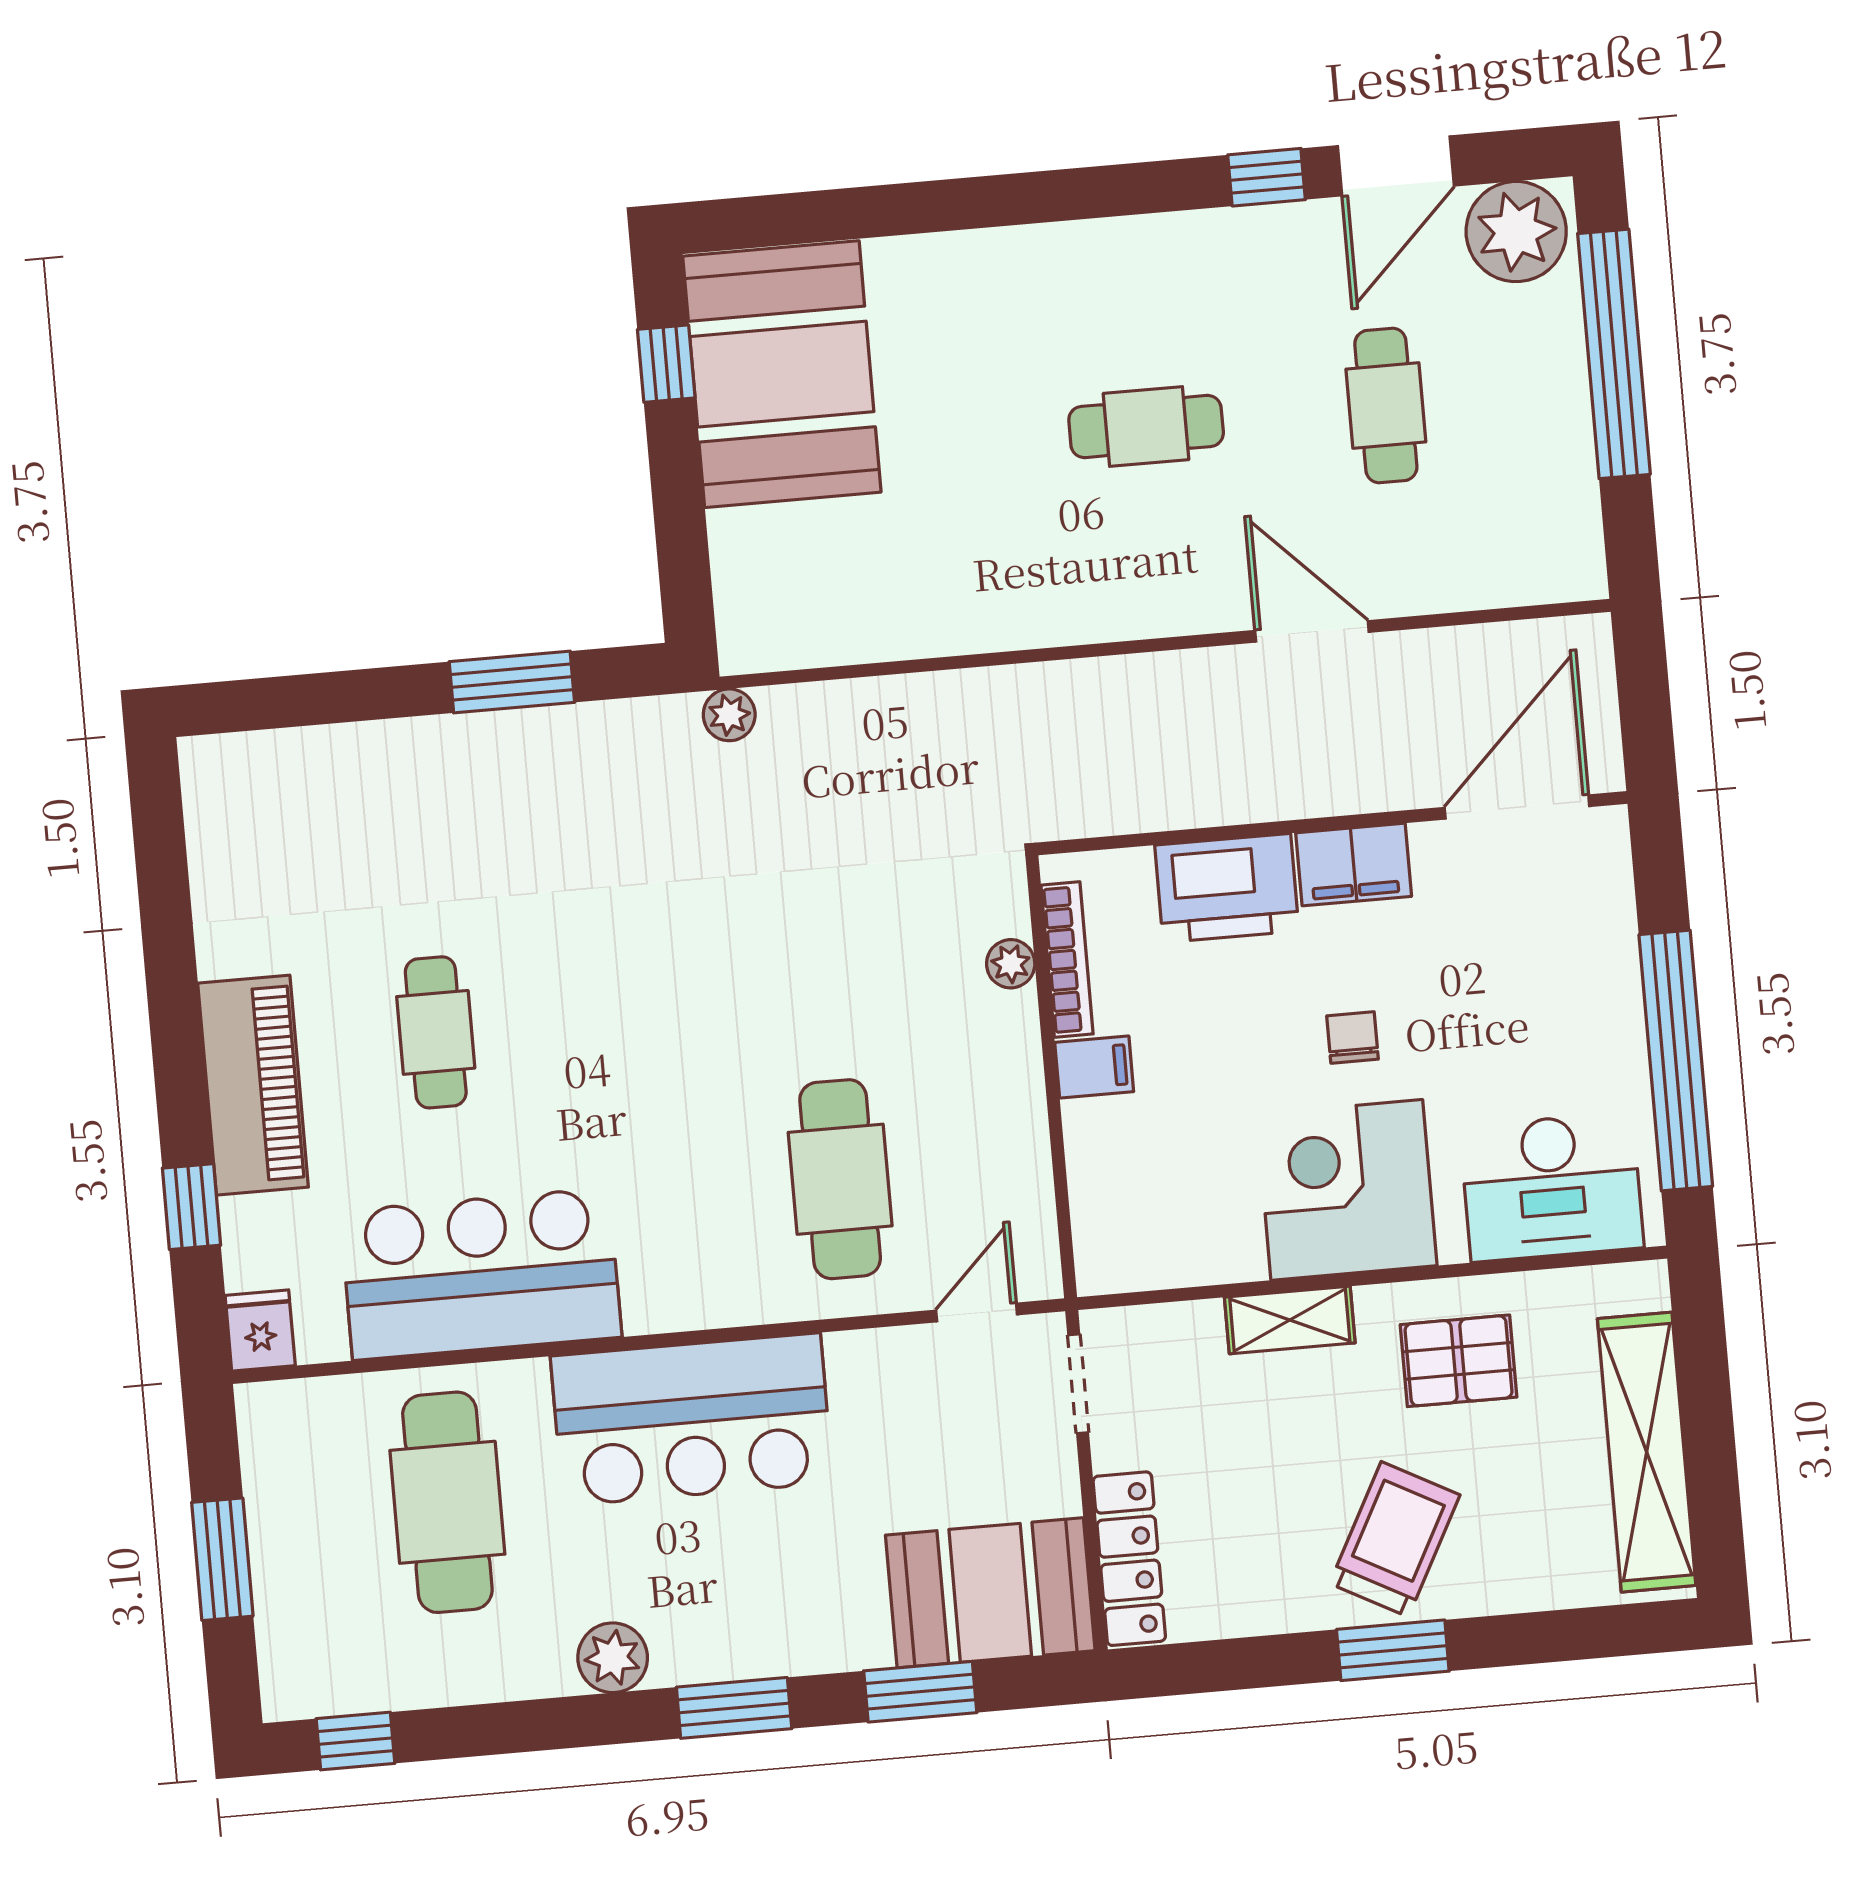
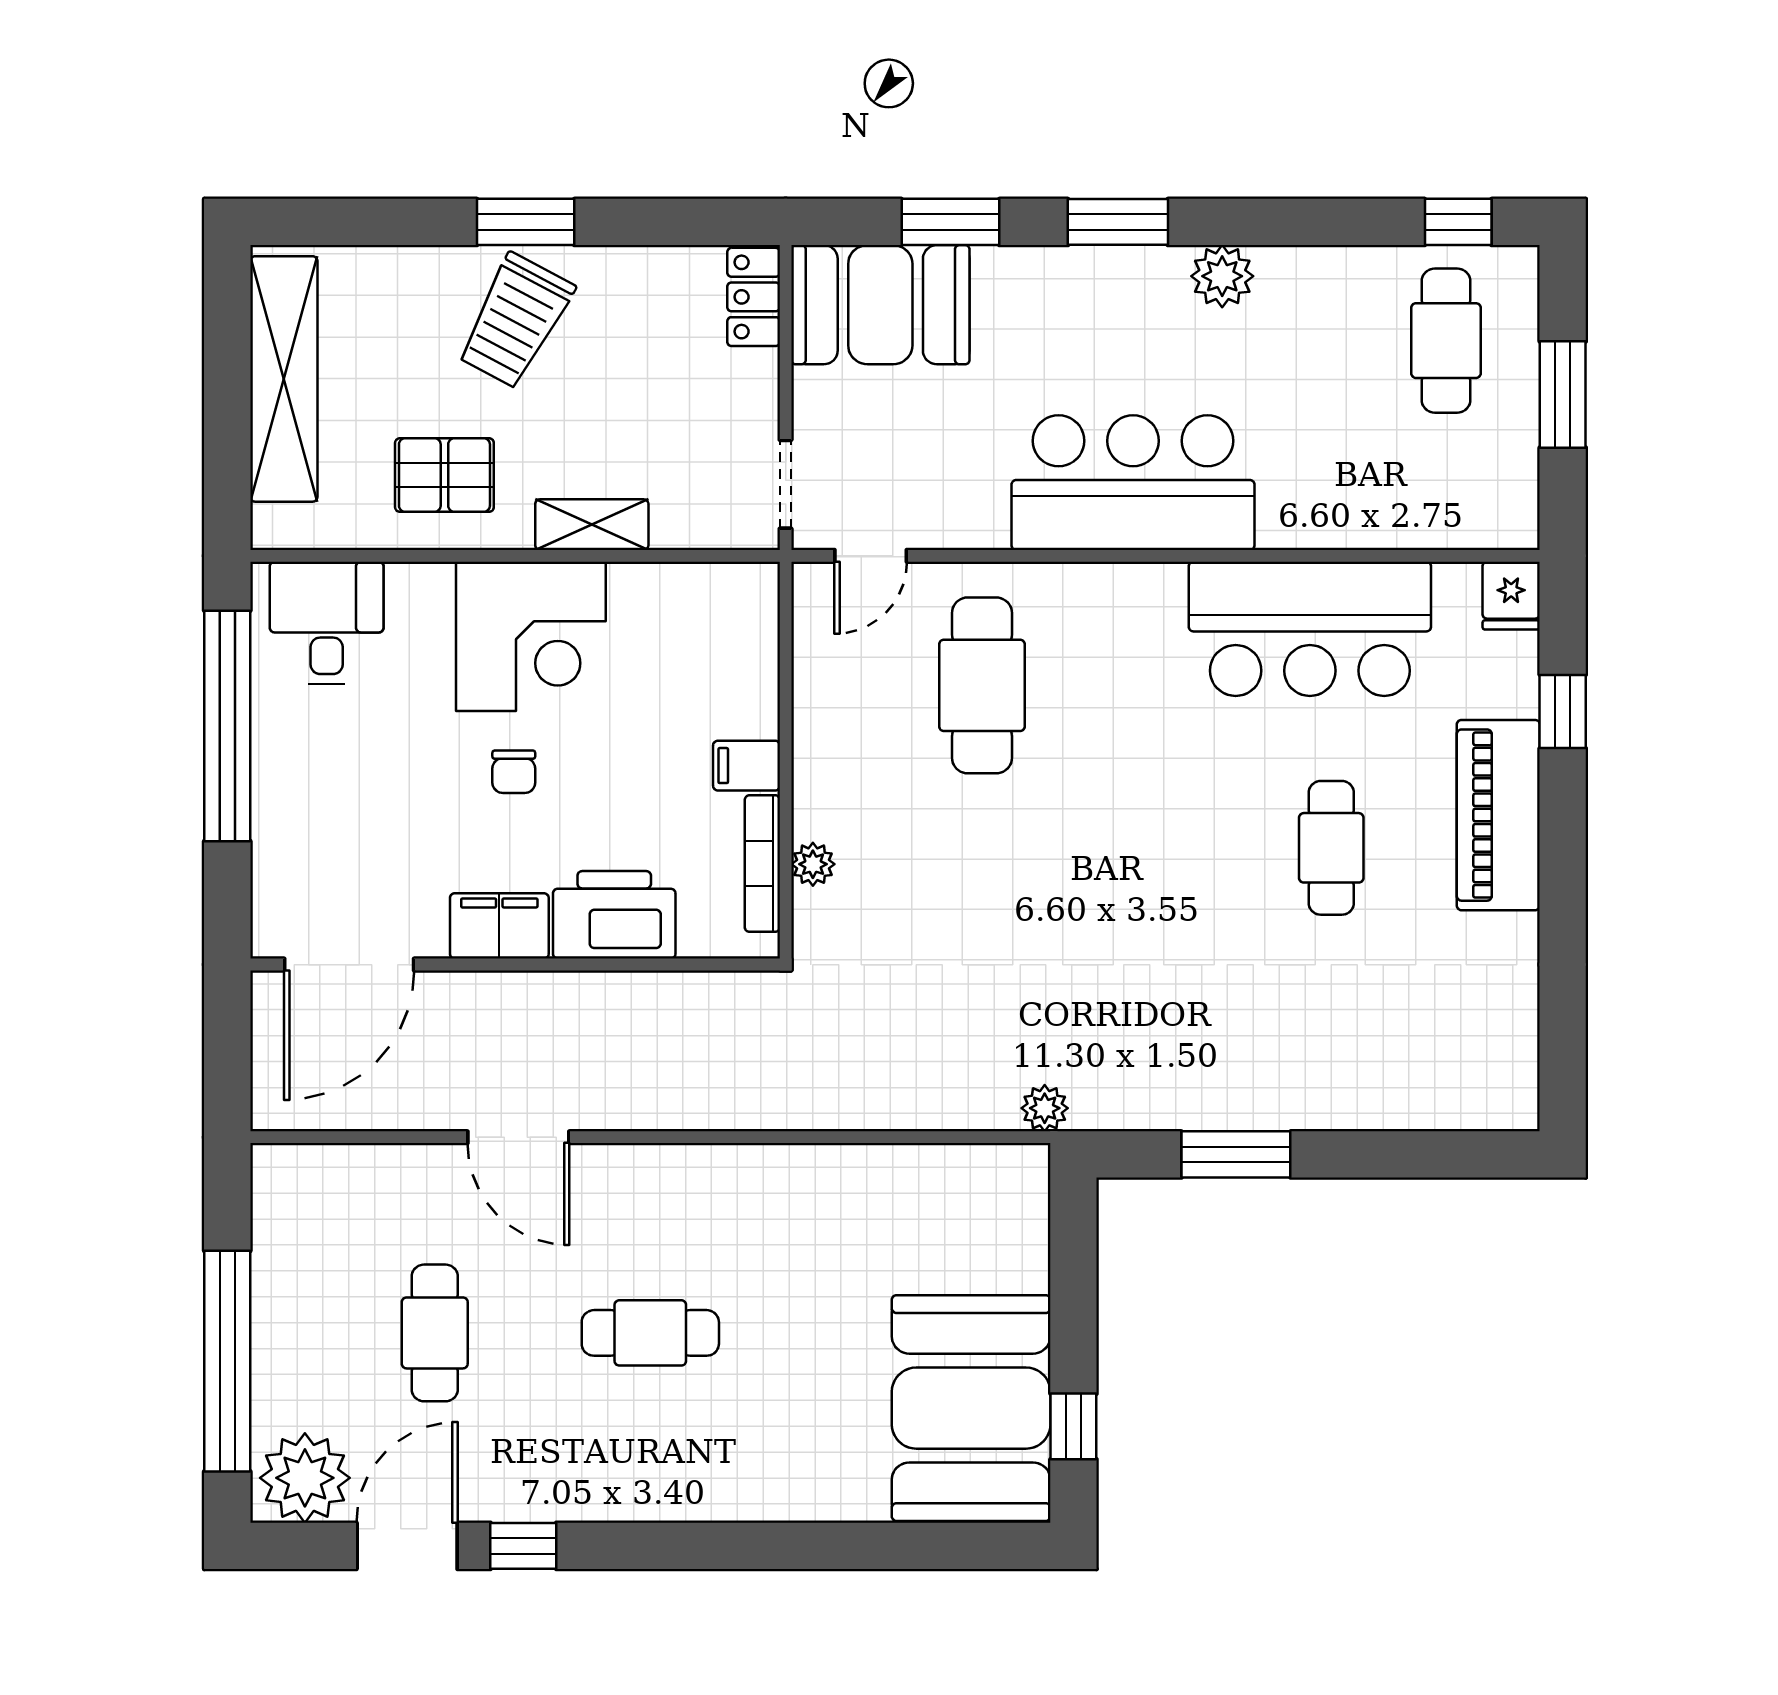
desk: (1552, 1187) -> (327, 623), width x0.73
cafe table: (447, 1502) -> (1446, 341), moved, width x0.73, depth x0.74
locker: (1129, 1559) -> (754, 297), width x0.66

